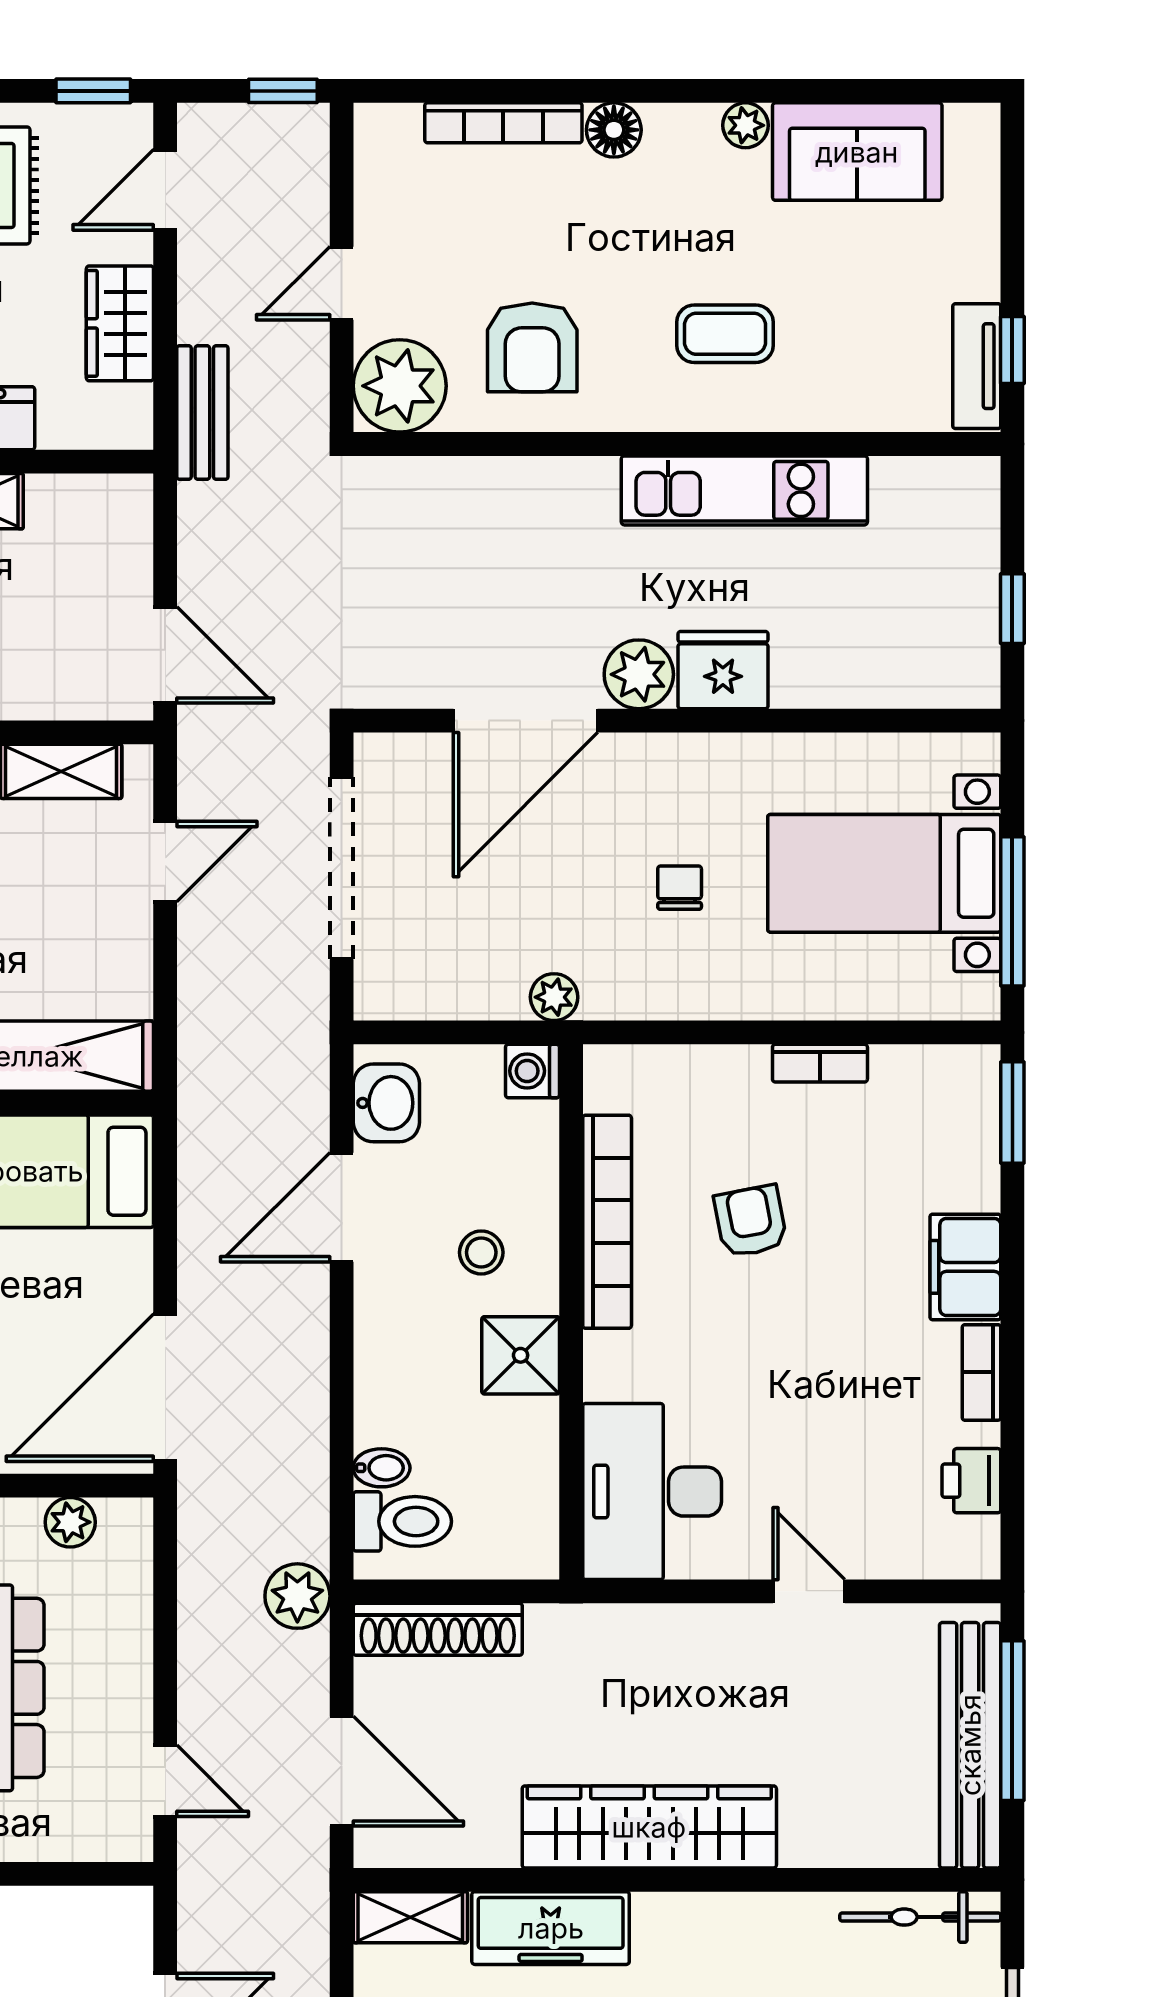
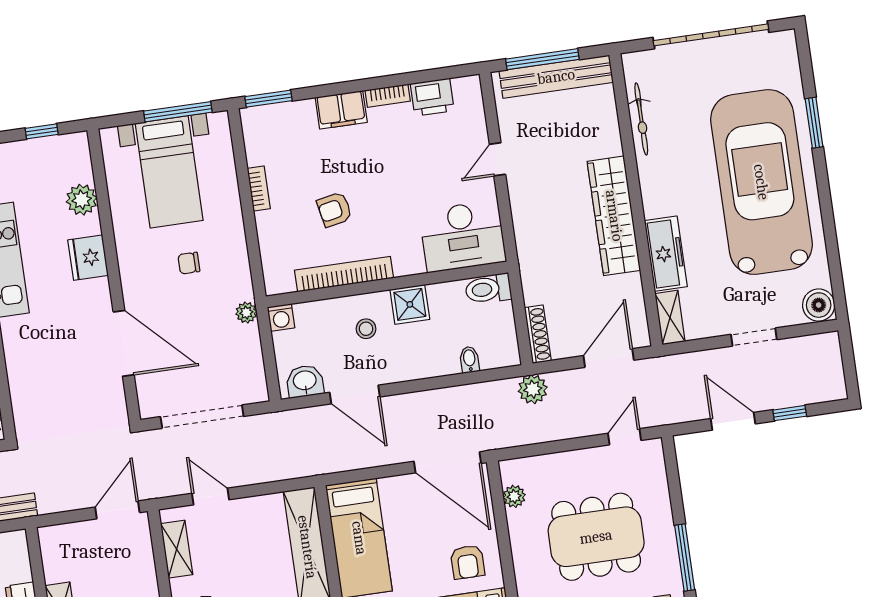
plant: (639, 674) -> (82, 200), moved
printer: (971, 1481) -> (432, 97), width x1.36, depth x1.24
toilet: (402, 1521) -> (488, 289), moved, turned -90
shoe rack: (438, 1629) -> (538, 334), width x0.74, depth x0.81
bicycle: (920, 1917) -> (641, 119), moved

